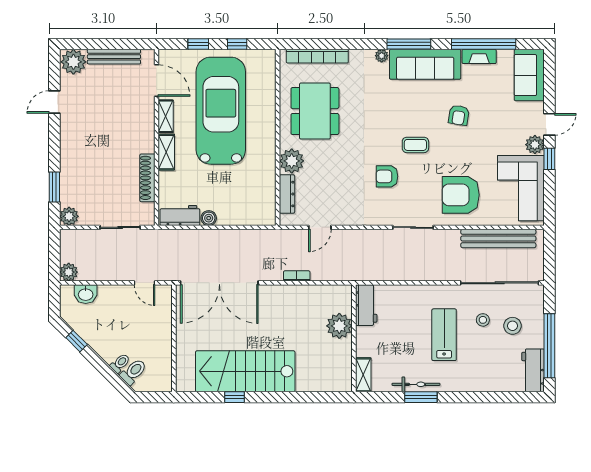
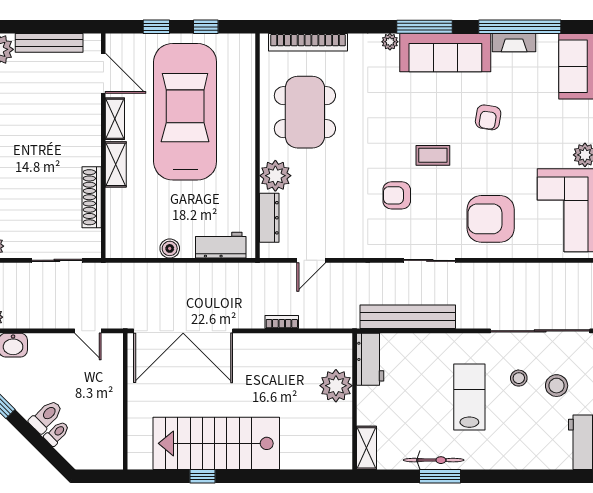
workbench: (180, 216) -> (221, 245), moved
bench: (498, 238) -> (408, 317), moved
toilet: (133, 372) -> (46, 416), moved

